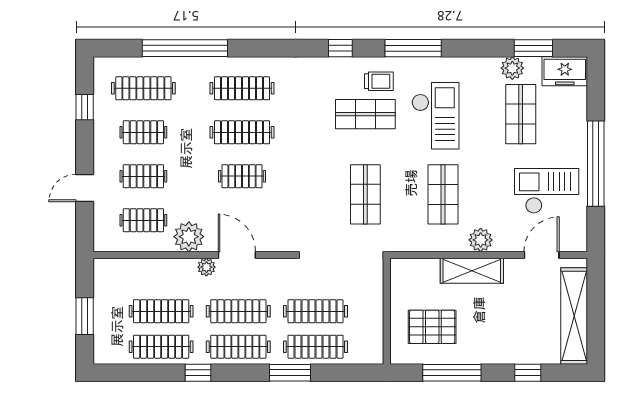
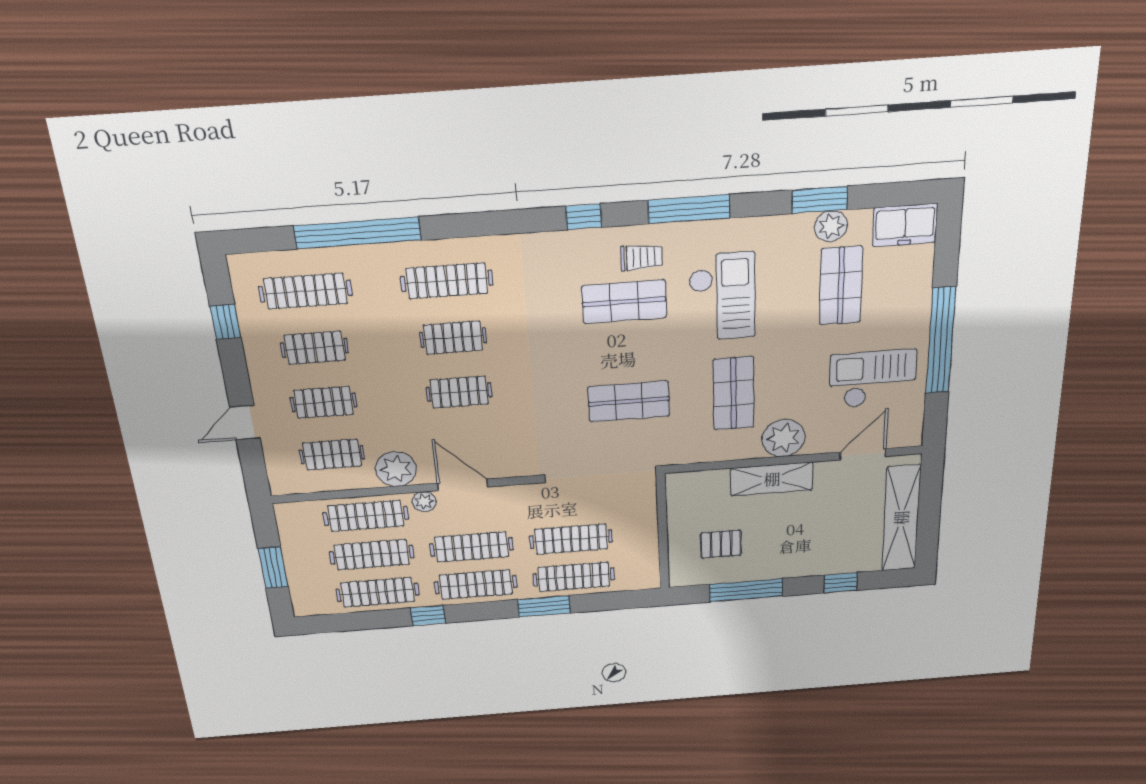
window: (533, 48) -> (819, 200), moved
clothes rail: (242, 132) -> (453, 338), width x0.73
shop shelf: (365, 194) -> (629, 401), turned 90
plant: (481, 240) -> (784, 438), width x1.36, depth x1.36
clothes rail: (161, 276) -> (366, 516), added
pallet: (432, 327) -> (721, 544), width x0.67, depth x0.71

